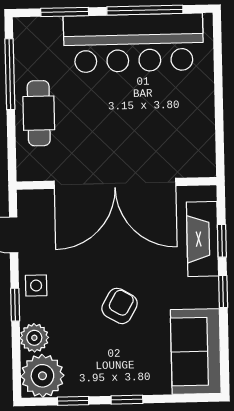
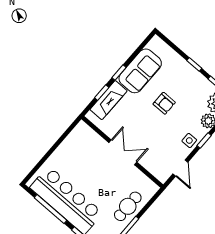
double door: (115, 183) -> (123, 152), width x0.54
armchair: (120, 306) -> (164, 103), turned -120
sofa: (196, 351) -> (140, 71), moved

